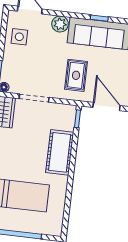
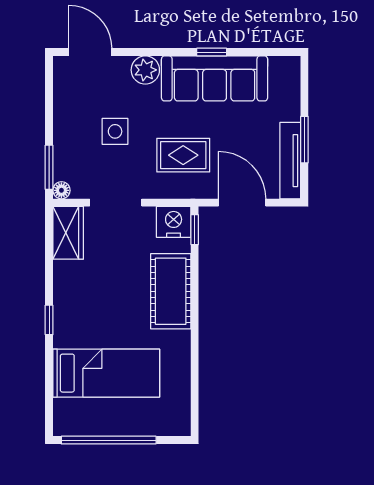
side table: (19, 37) -> (115, 131), moved
rug: (76, 75) -> (183, 155), turned 90
nightstand: (66, 113) -> (174, 222), added

